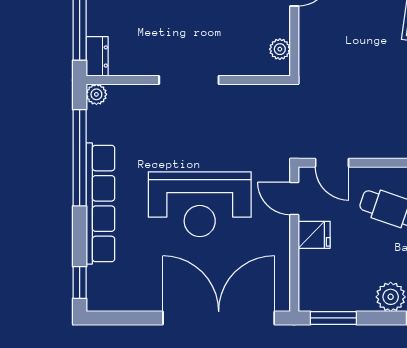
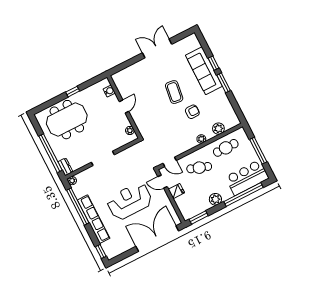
reception desk: (200, 204) -> (130, 201), turned 180

